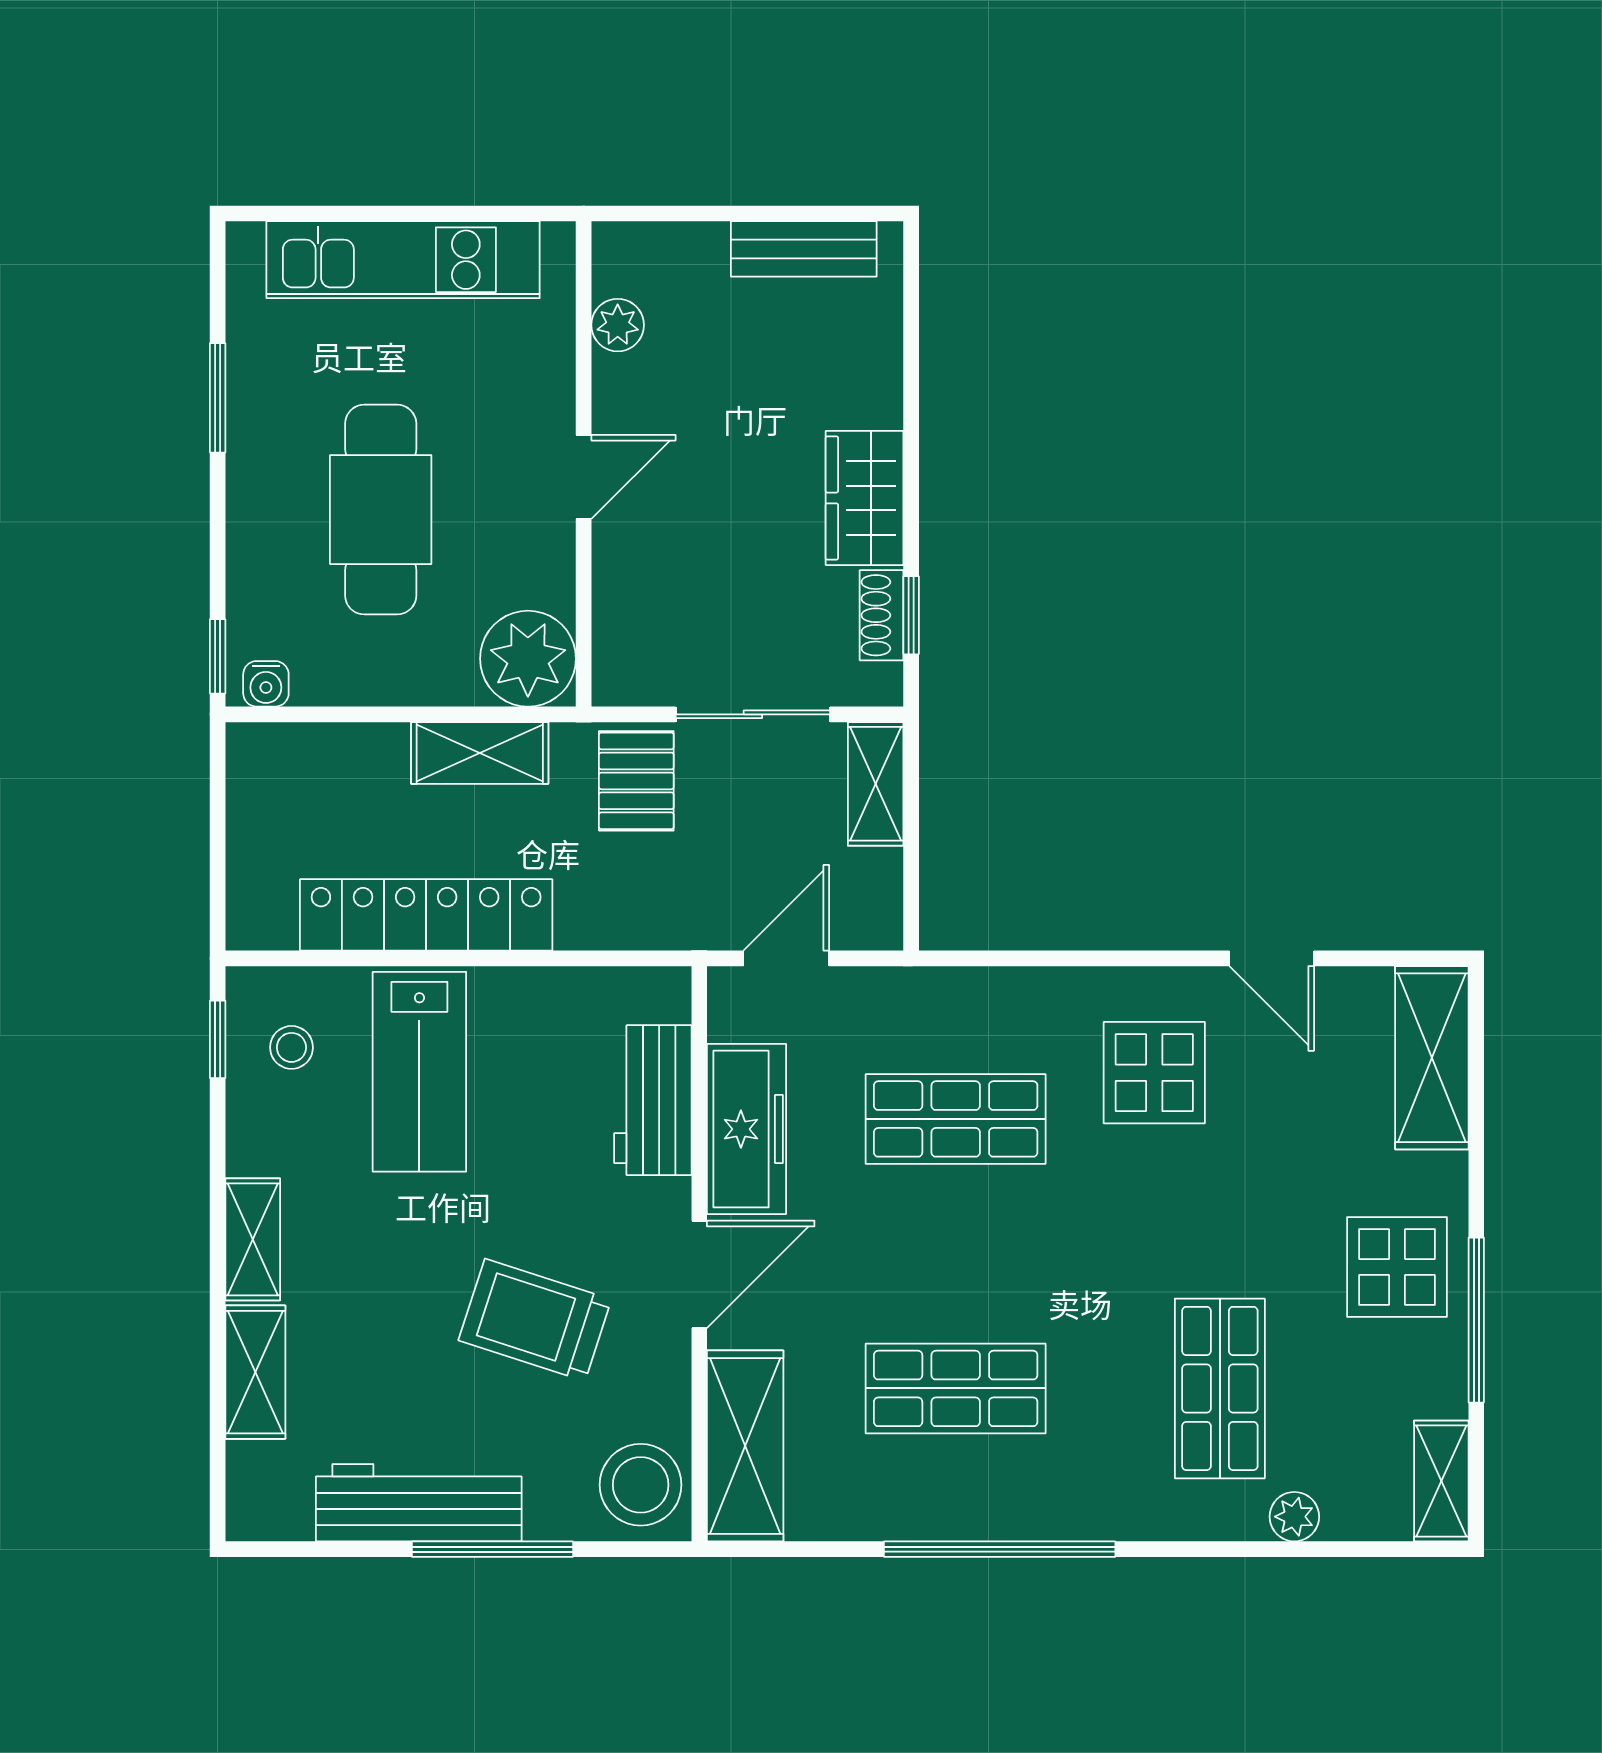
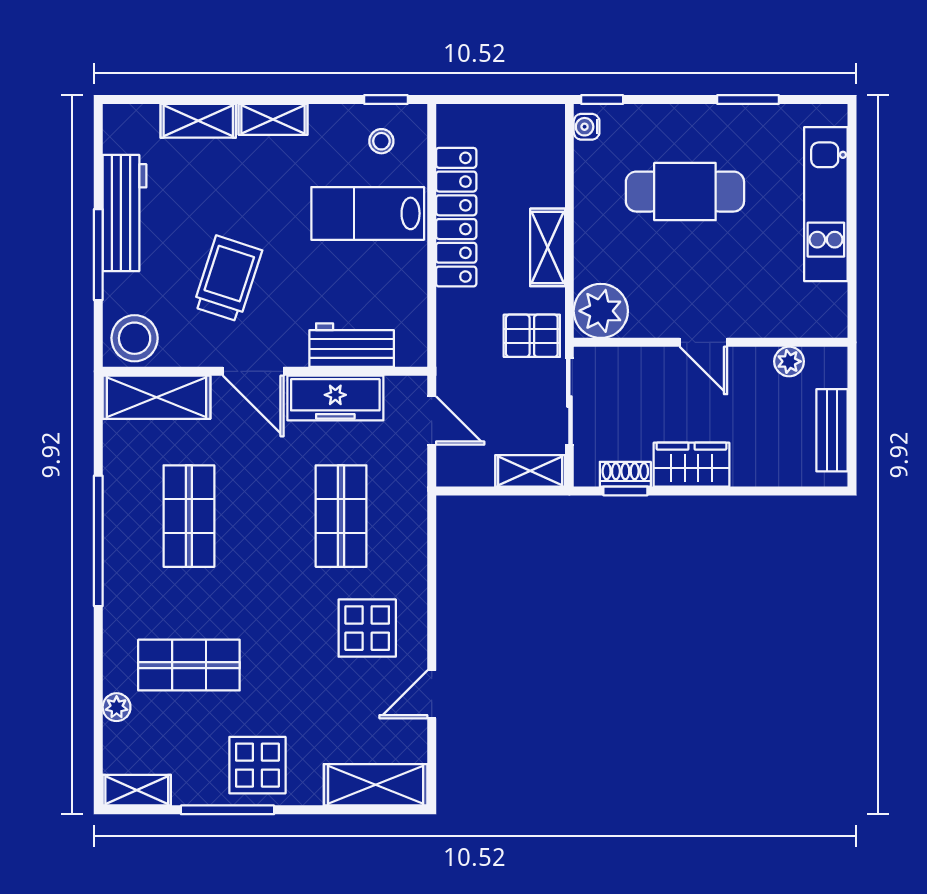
plant: (618, 325) -> (789, 361), moved
wall: (584, 464) -> (711, 342), moved
door: (584, 477) -> (703, 342), moved
plant: (528, 659) -> (601, 311), moved

